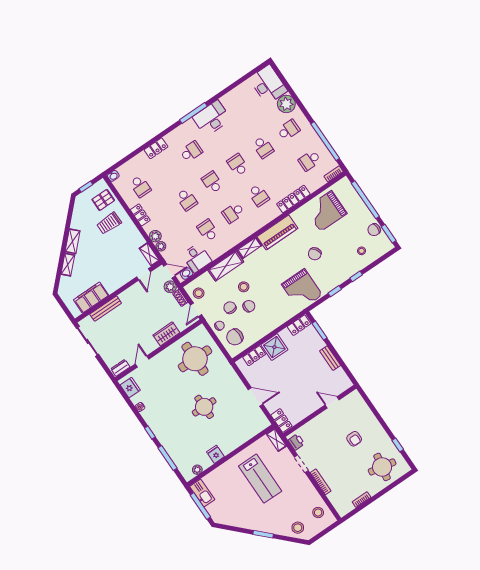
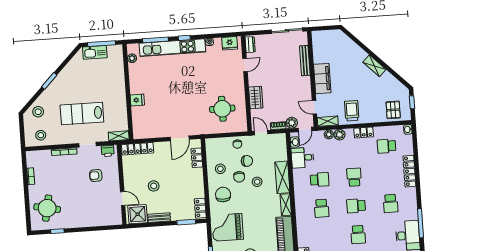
locker: (156, 148) -> (409, 171), width x1.53
school desk: (238, 165) -> (358, 235), turned 90
school desk: (212, 182) -> (356, 206), turned 180
school desk: (259, 195) -> (324, 237), removed
school desk: (187, 200) -> (354, 177), turned 90
school desk: (233, 213) -> (322, 208), turned 180
trolley: (109, 223) -> (352, 111), moved
shelving: (68, 265) -> (358, 51), removed
stool: (199, 293) -> (220, 169), moved
filing cabinet: (91, 298) -> (322, 79), moved
chair: (235, 337) -> (223, 194), moved
shower: (274, 347) -> (138, 214), moved
round table: (195, 359) -> (222, 109), width x0.73, depth x0.73
door: (142, 361) -> (245, 65), hinge flipped
stool: (304, 380) -> (154, 186), added
door: (256, 397) -> (180, 138), moved
door: (332, 402) -> (123, 198), hinge flipped
round table: (204, 407) -> (179, 93), removed
locker: (281, 420) -> (138, 149), width x1.53
kitchen unit: (165, 438) -> (172, 48), added
armchair: (354, 439) -> (96, 176), moved
fridge: (215, 454) -> (137, 100), moved
lab bench: (260, 479) -> (82, 113), moved
kitchen sink: (202, 493) -> (95, 52), moved

